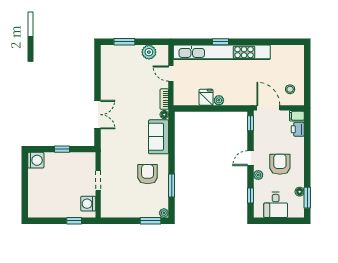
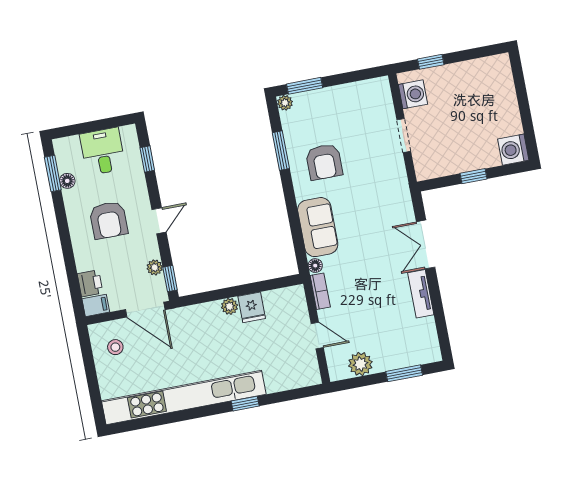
kitchen unit: (222, 52) -> (184, 397), moved
tv unit: (106, 86) -> (421, 294), added
plant: (258, 175) -> (155, 267), moved

